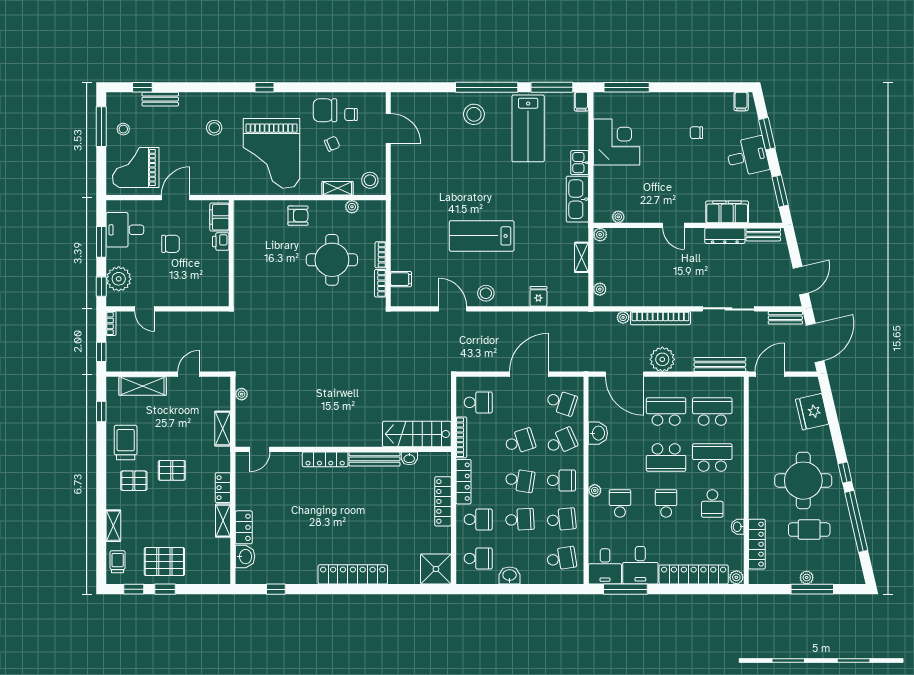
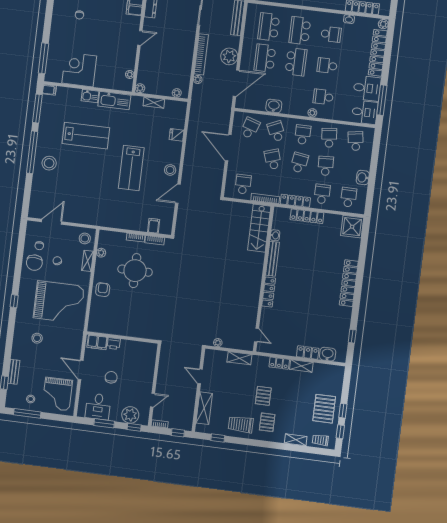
lab bench: (528, 128) -> (86, 136), moved

